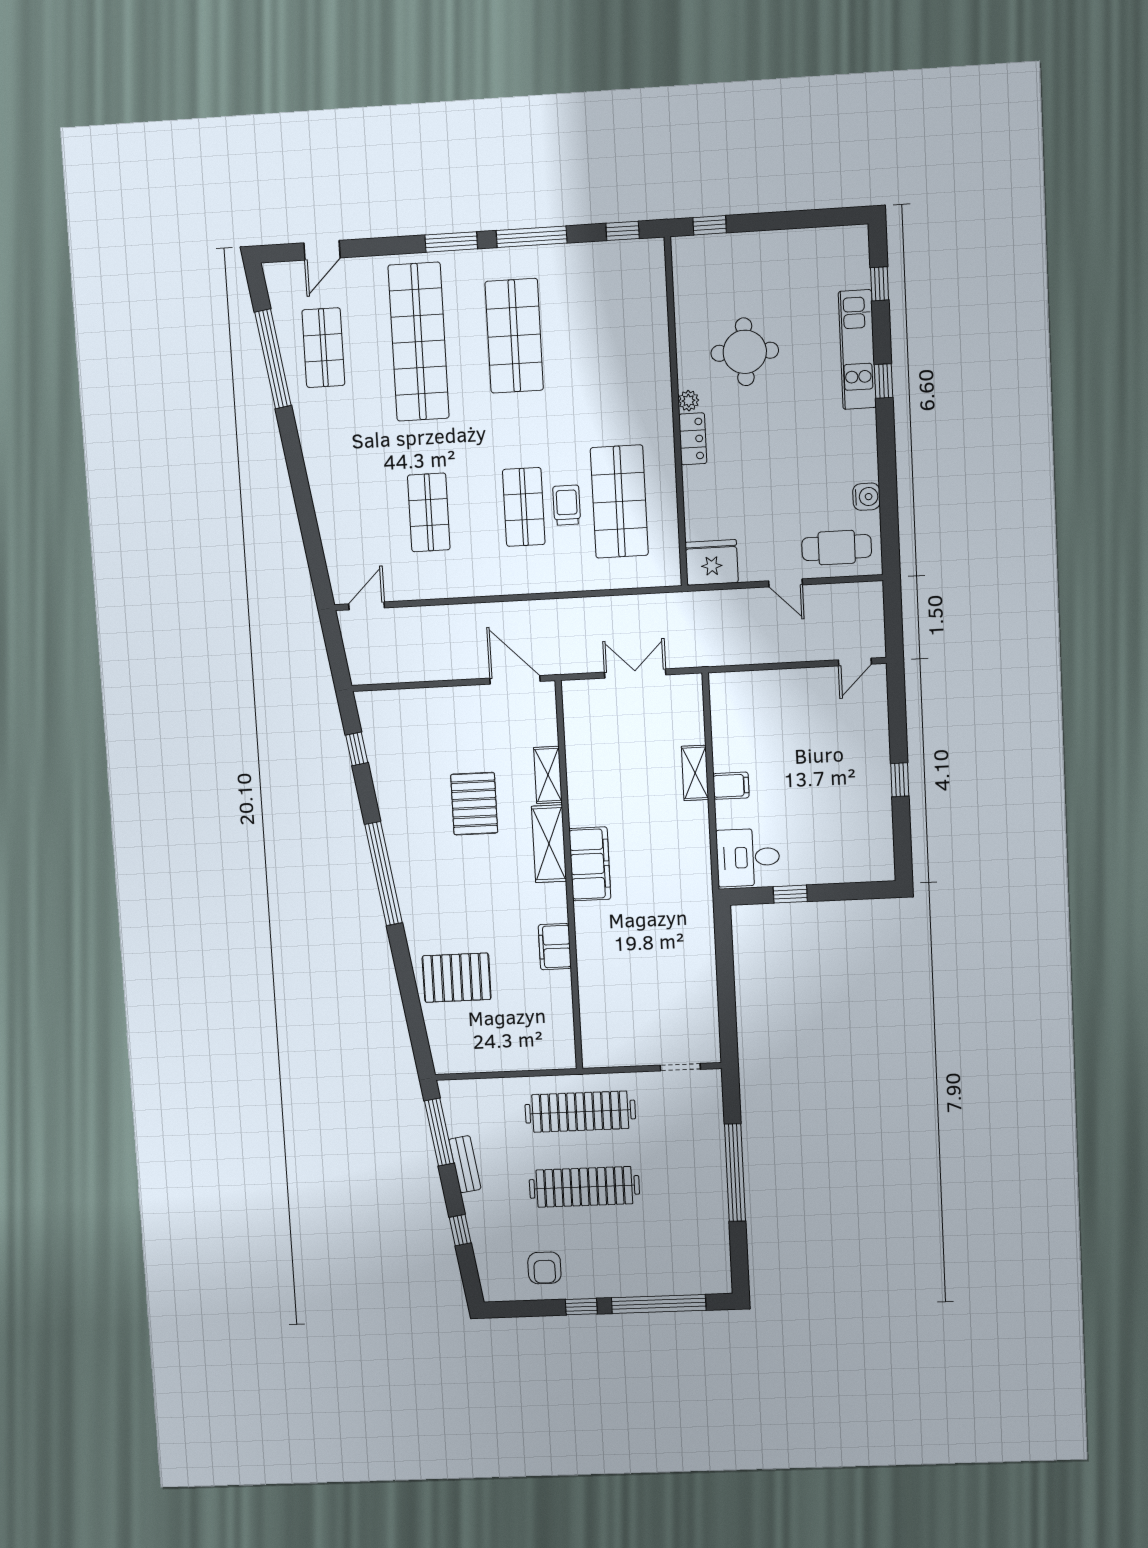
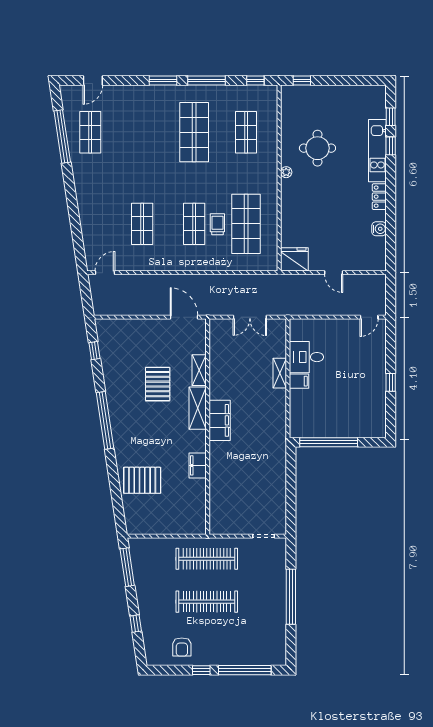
shop shelf: (419, 342) -> (246, 132), moved, width x0.50, depth x0.74
window: (883, 381) -> (391, 146), moved
locker: (693, 439) -> (379, 197), moved, turned 180
cafe table: (837, 548) -> (362, 255), removed
double door: (635, 674) -> (250, 317), swing flipped
desk: (748, 857) -> (306, 357), moved
window: (790, 894) -> (329, 442), width x3.17
bench: (465, 1164) -> (141, 586), removed

